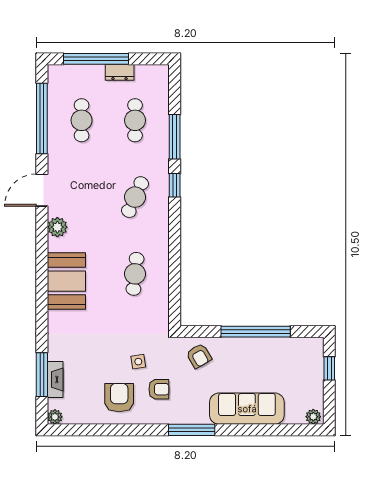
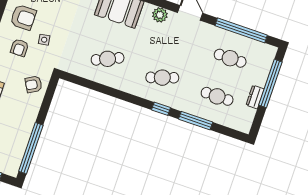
cafe table: (135, 197) -> (162, 78), turned -42
cafe table: (135, 274) -> (108, 59), turned -30
window: (256, 332) -> (31, 148), moved

